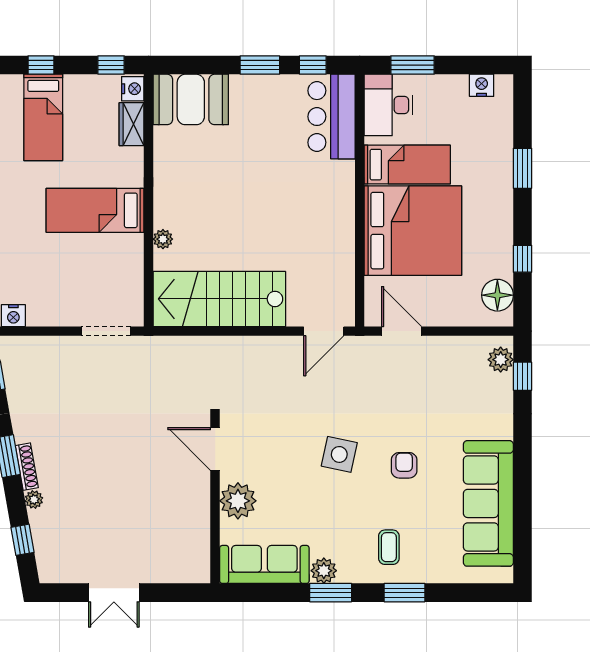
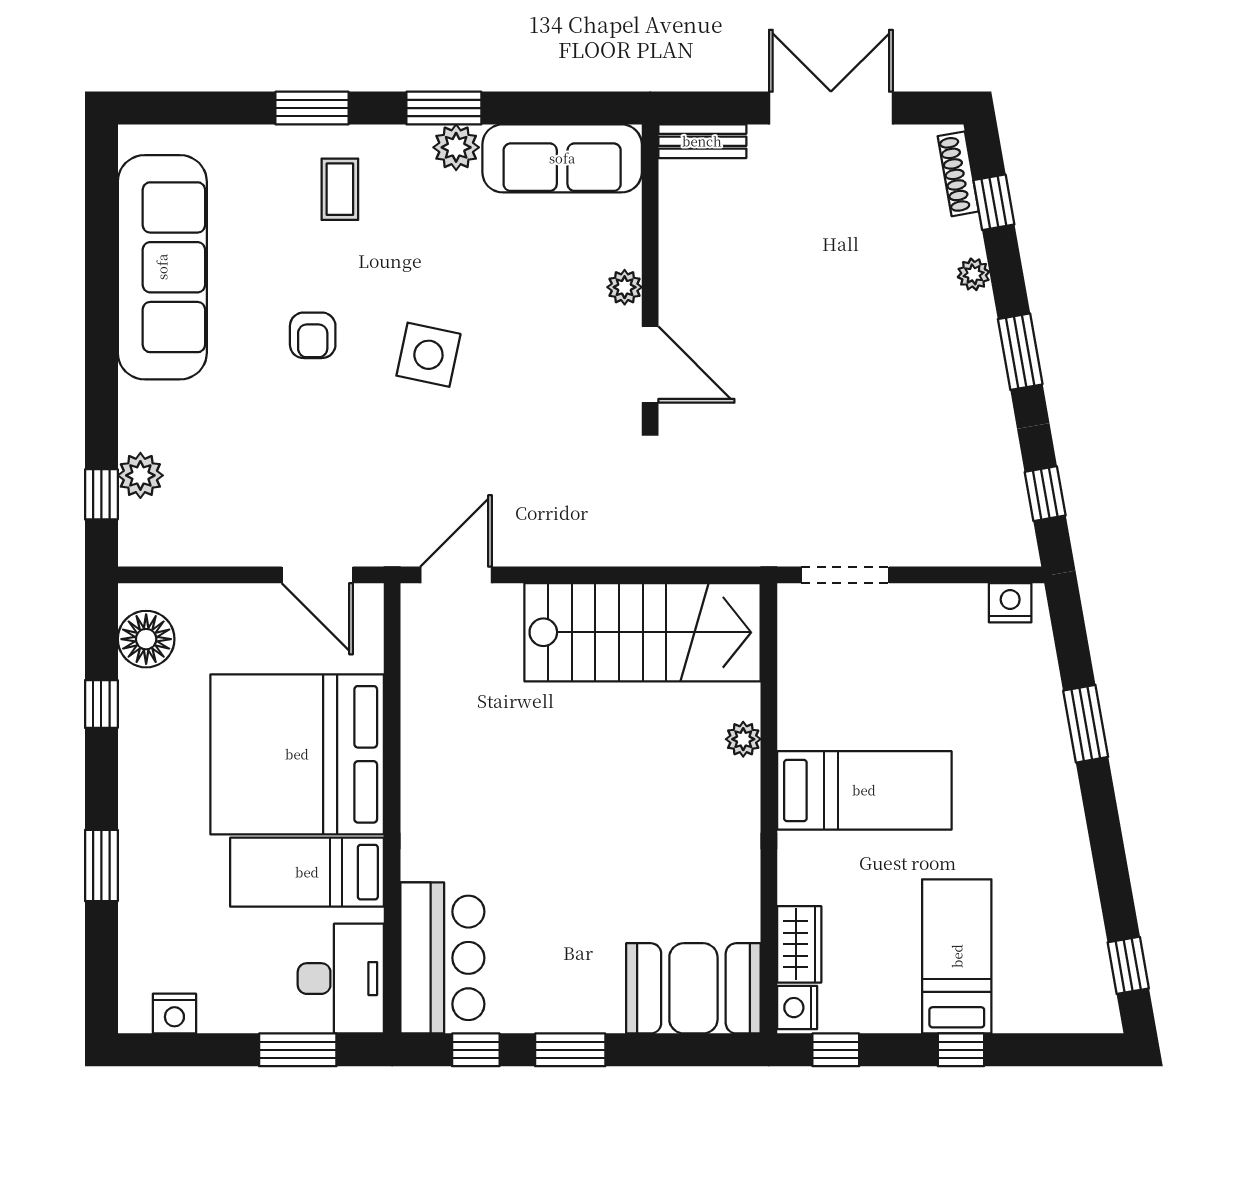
plant: (501, 360) -> (140, 475), moved
shoe rack: (27, 467) -> (958, 174), moved
plant: (238, 501) -> (625, 287), width x0.53, depth x0.53
bench: (186, 574) -> (702, 141), added
double door: (114, 593) -> (831, 108), width x1.37

